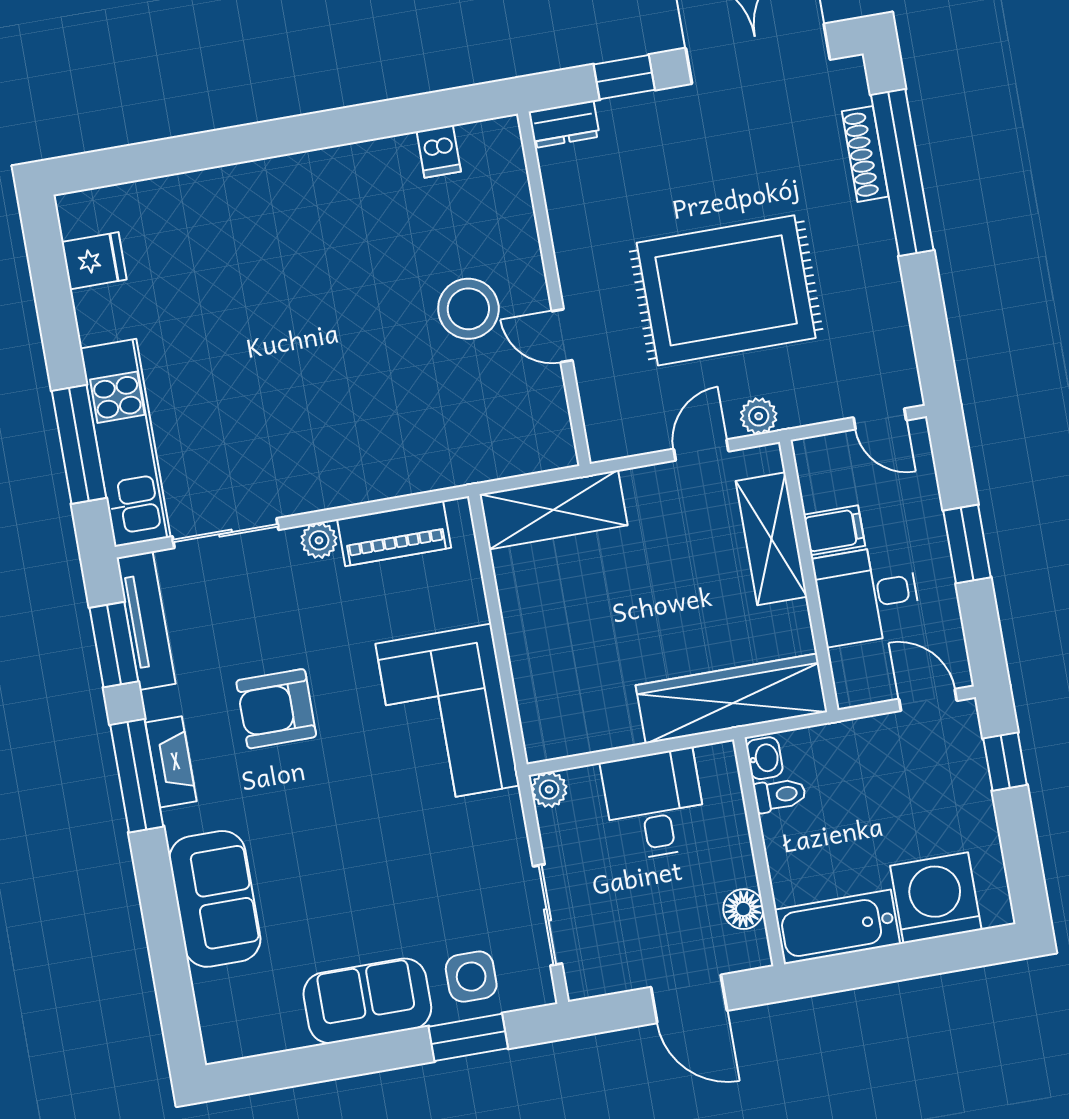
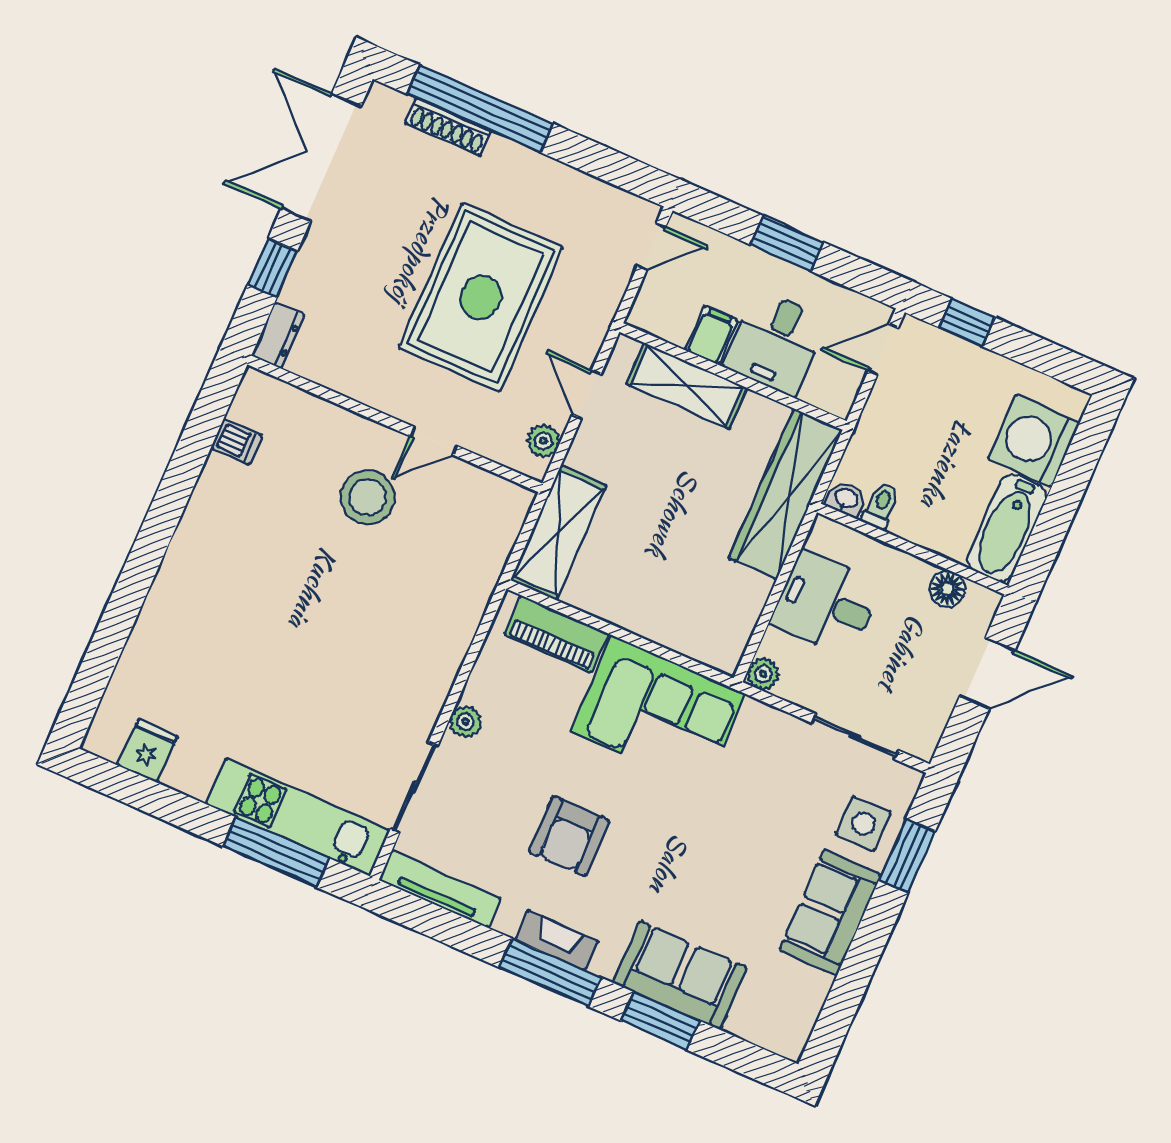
plant: (759, 416) -> (543, 441), moved
piano: (394, 533) -> (557, 634), moved, turned 90
window: (114, 645) -> (660, 1021), moved

